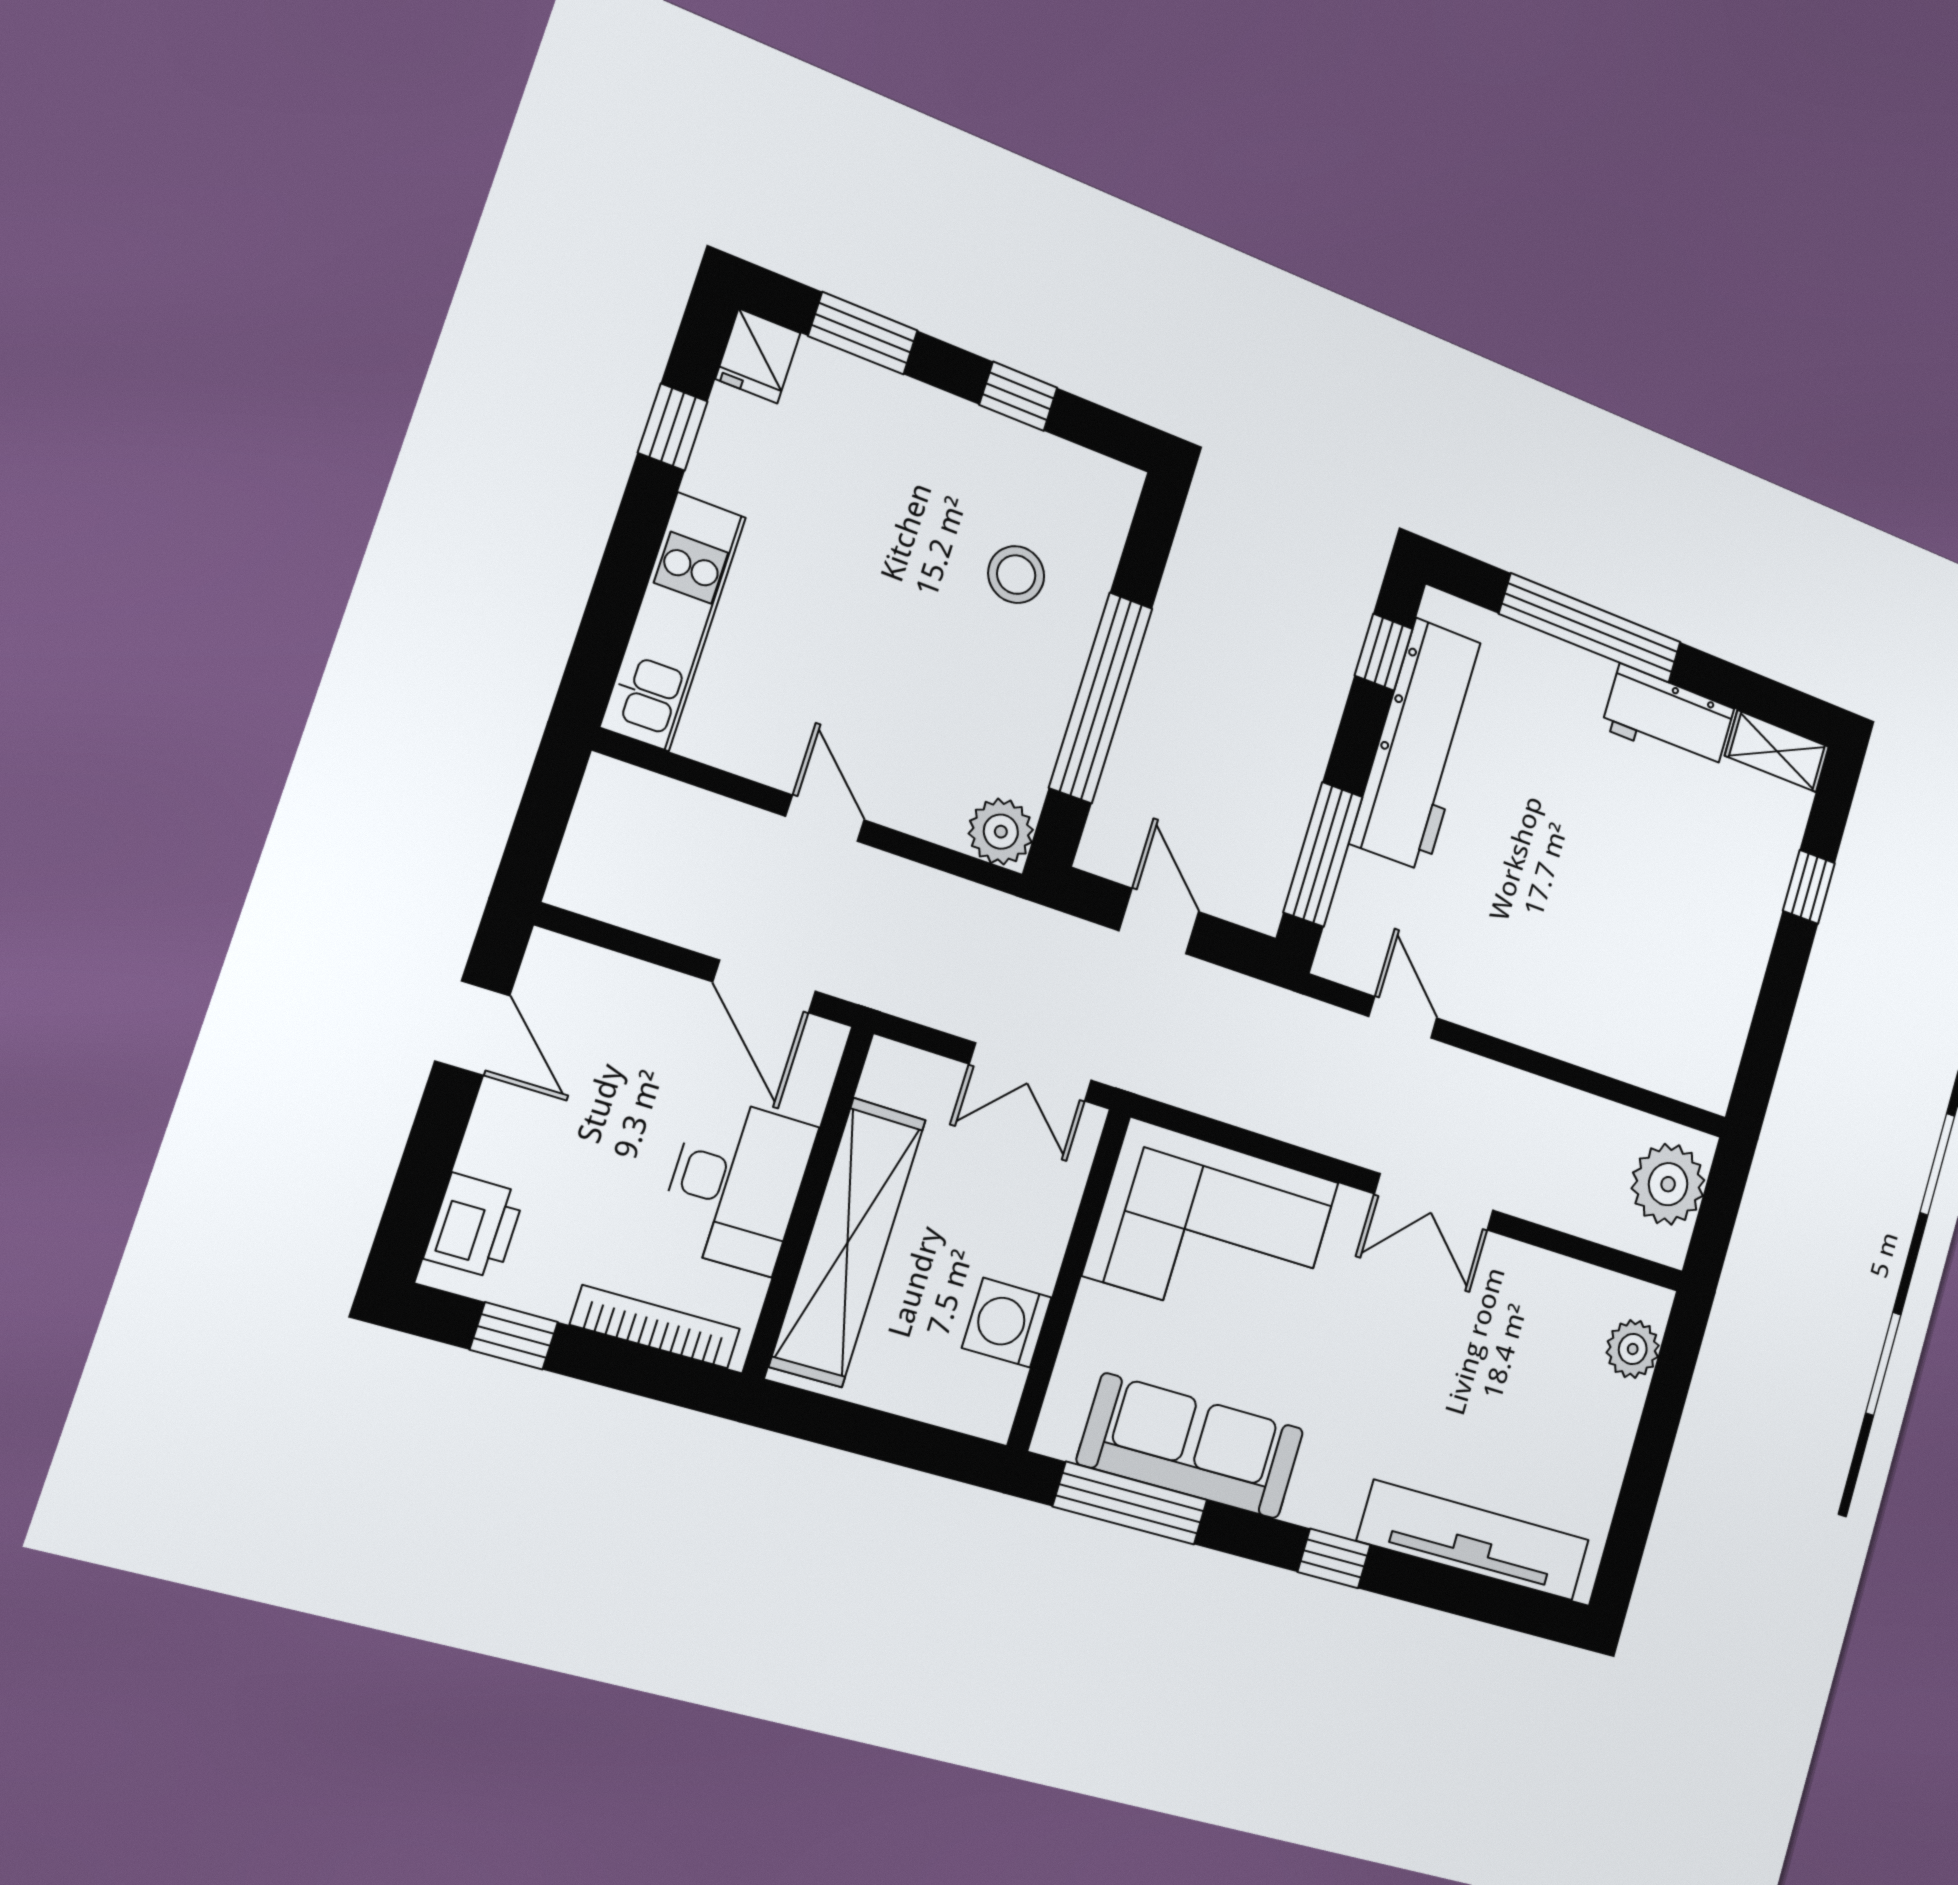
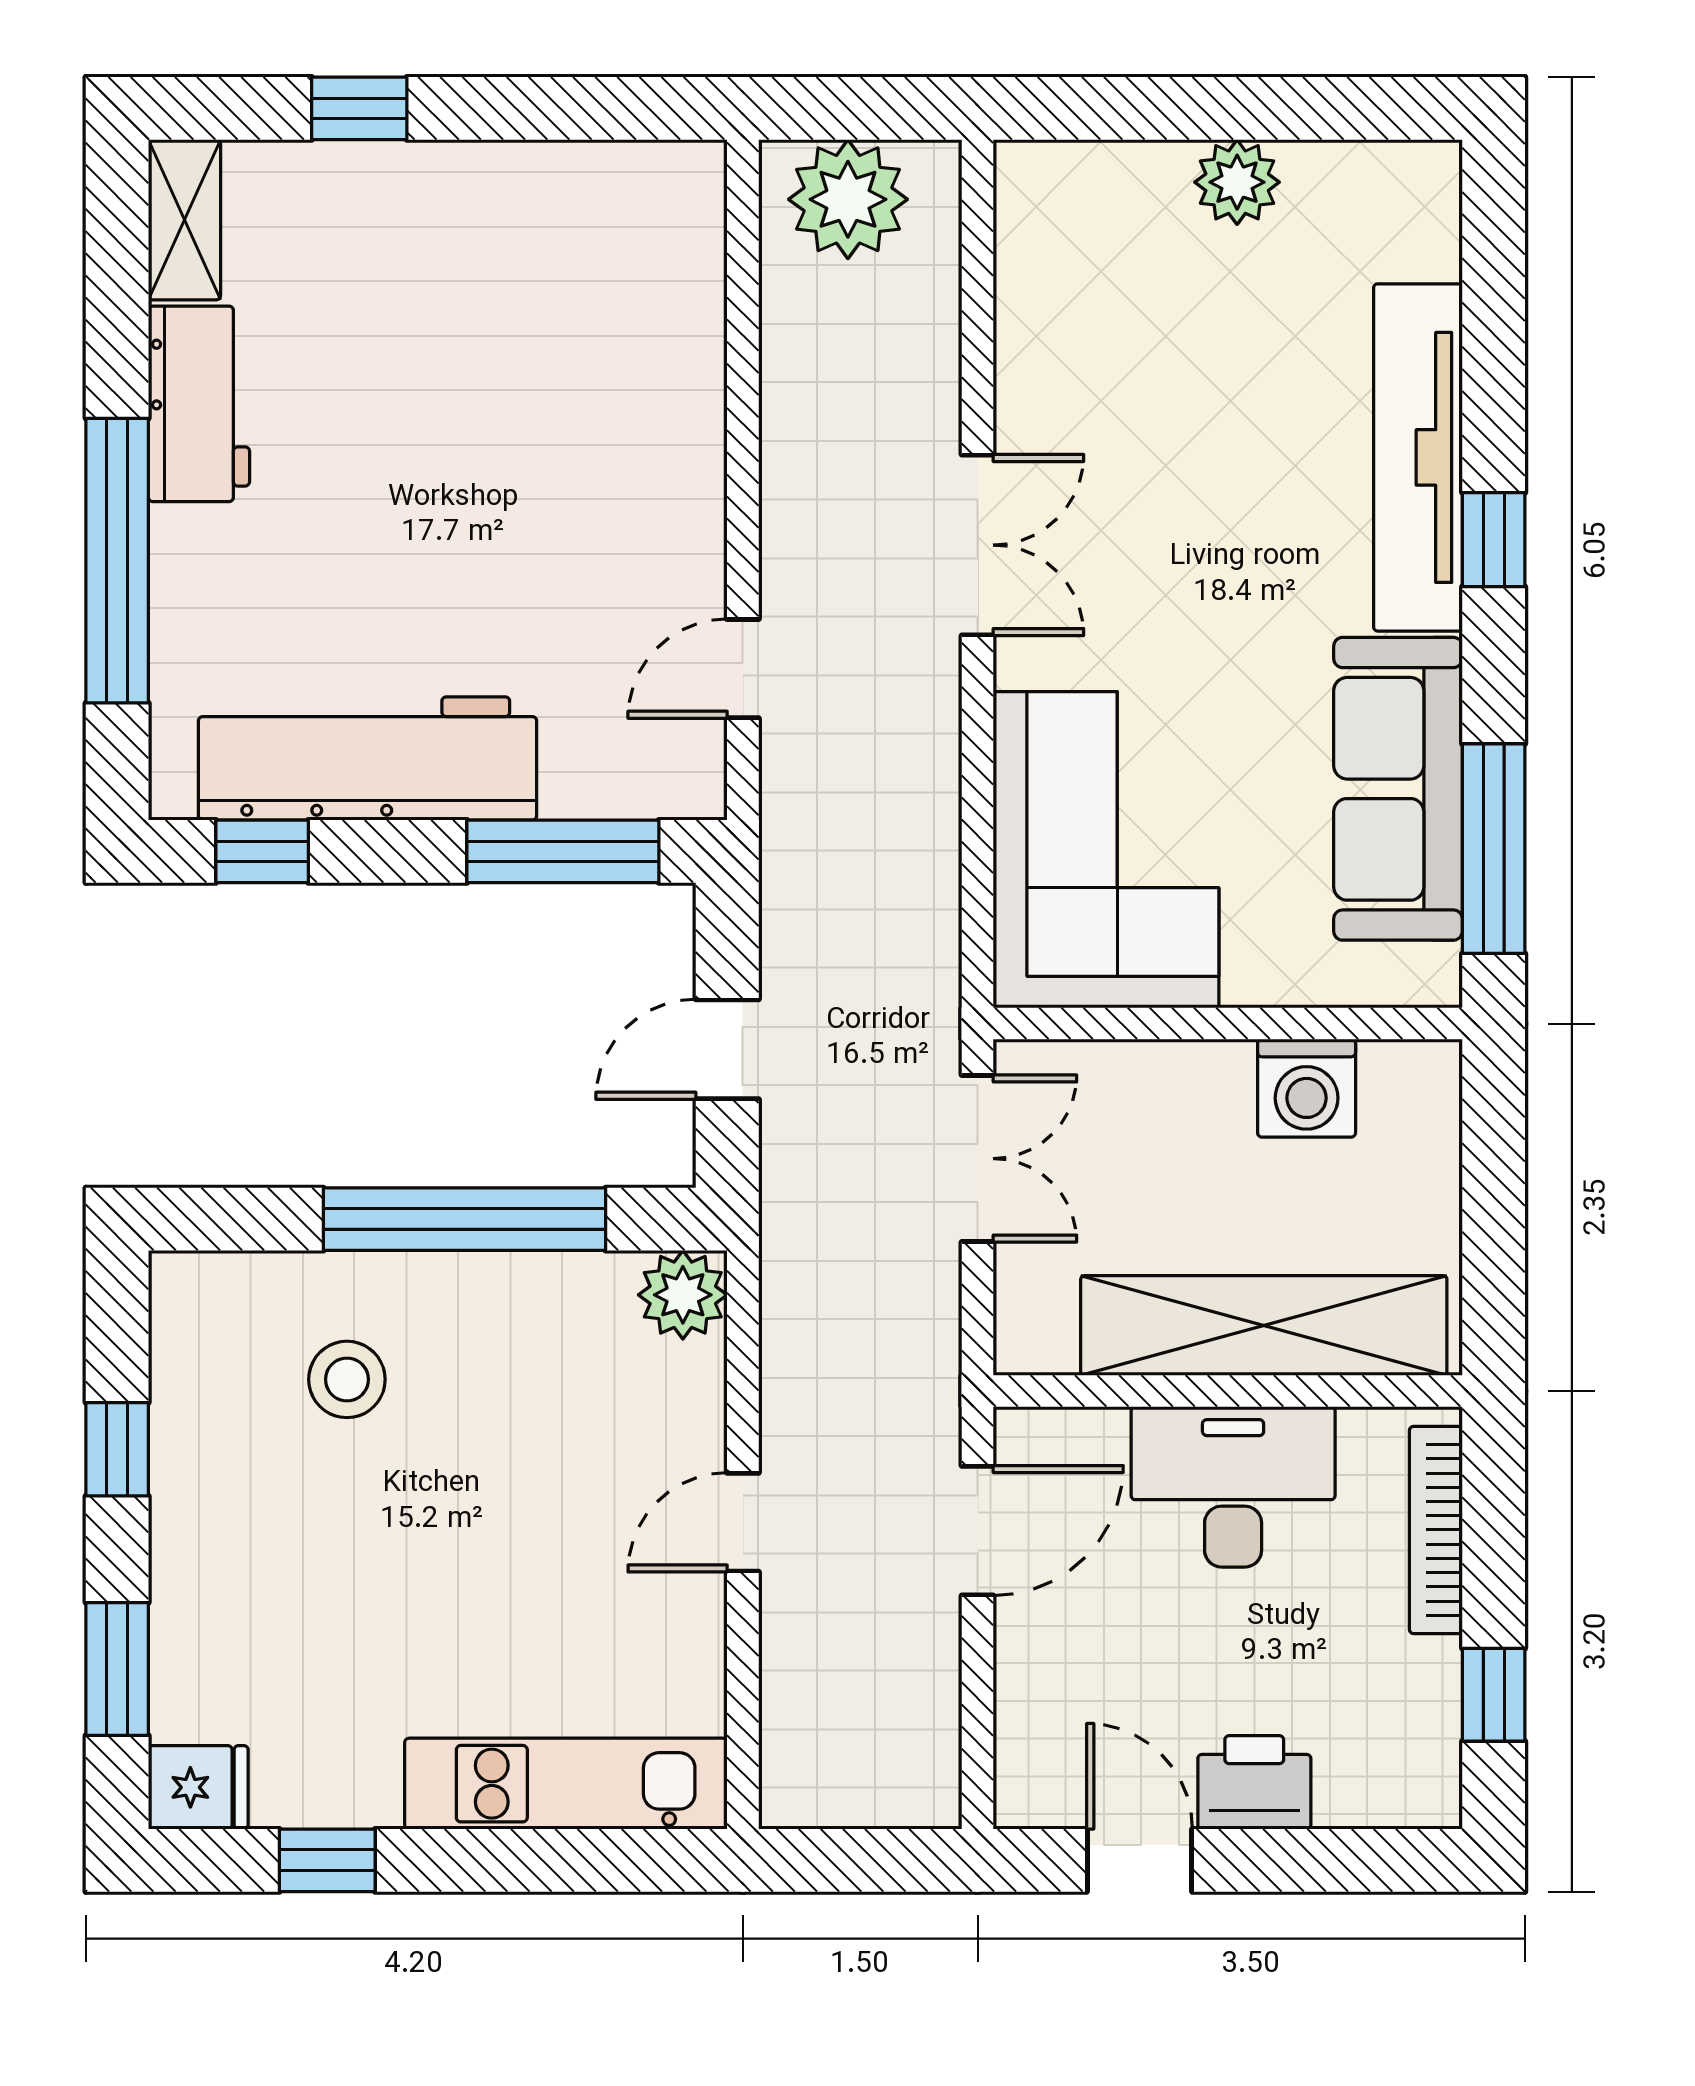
door: (472, 1028) -> (1140, 1860), hinge flipped
printer: (475, 1226) -> (1254, 1782), moved
plant: (1633, 1349) -> (1237, 182), moved
tv unit: (1474, 1540) -> (1418, 457), moved

